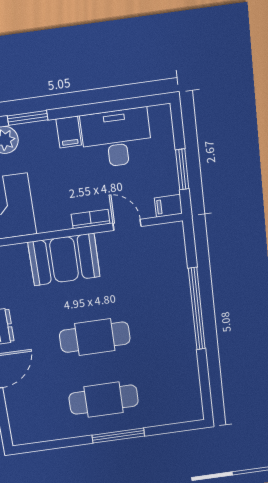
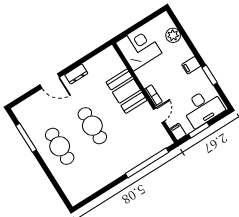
window: (28, 118) -> (210, 75), moved
desk: (116, 138) -> (203, 108), moved, turned 90
window: (197, 309) -> (147, 163), moved
window: (118, 436) -> (26, 138), moved

